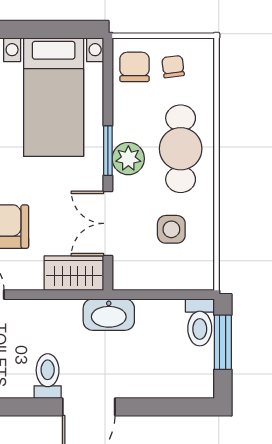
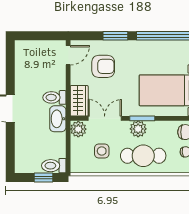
plant: (129, 275) -> (78, 129), added
window: (223, 342) -> (44, 177), width x0.67
toilet: (48, 376) -> (54, 97), moved, turned 180

